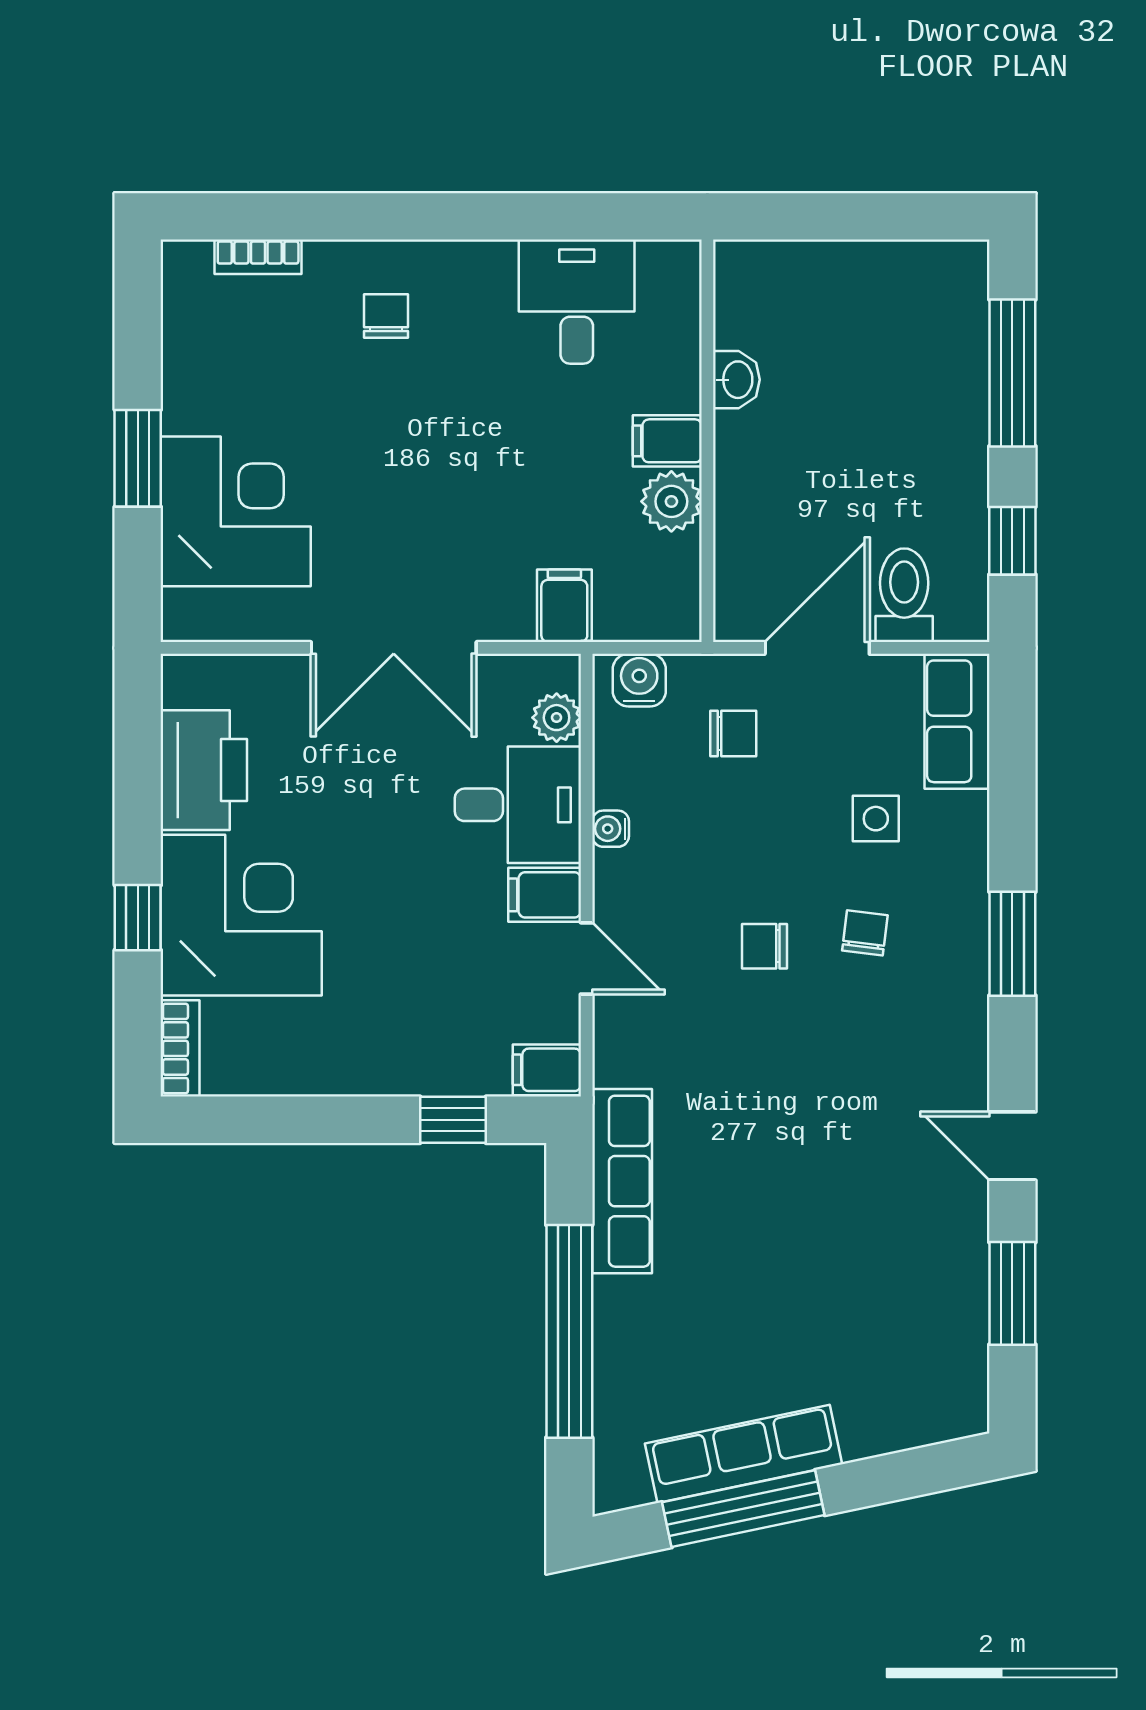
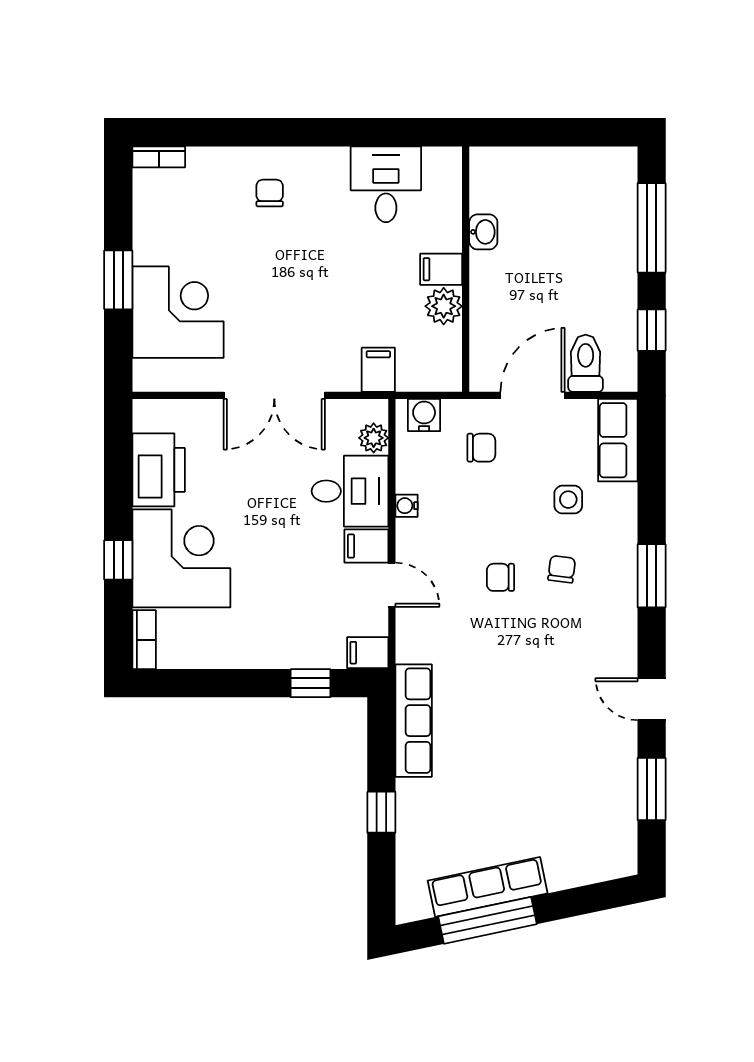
bookcase: (258, 257) -> (159, 157), moved
window: (569, 1331) -> (381, 812), width x0.32

